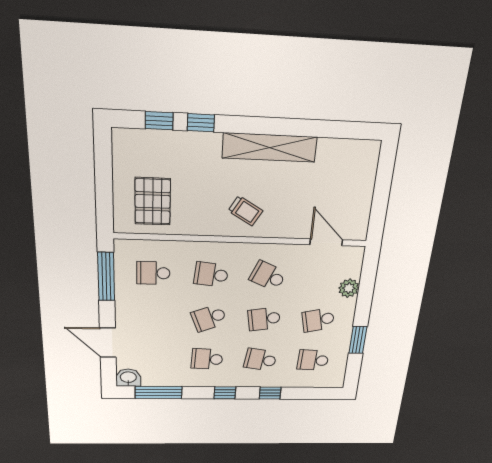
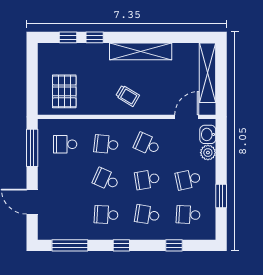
shelving: (364, 183) -> (207, 73), added
door: (326, 242) -> (187, 117), hinge flipped
school desk: (209, 318) -> (106, 179), turned 45
washbasin: (128, 378) -> (208, 134), moved, turned -90
window: (270, 393) -> (174, 245), moved

